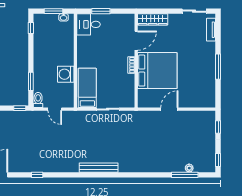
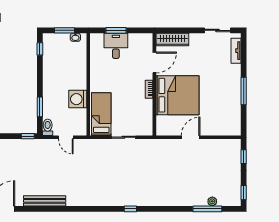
desk: (89, 24) -> (116, 46), moved, turned 90
bench: (99, 168) -> (45, 201), moved
window: (37, 175) -> (130, 209), moved

